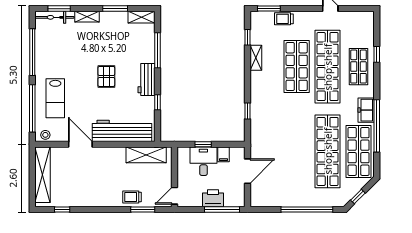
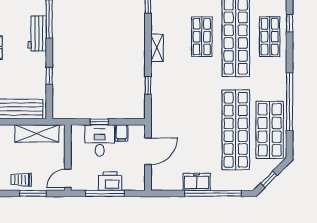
shelving: (256, 58) -> (157, 48), moved
shop shelf: (297, 67) -> (202, 37), width x0.70, depth x0.74
workbench: (147, 79) -> (37, 33), moved
freezer: (366, 110) -> (197, 182), moved, turned 90
window: (222, 209) -> (105, 193), moved

